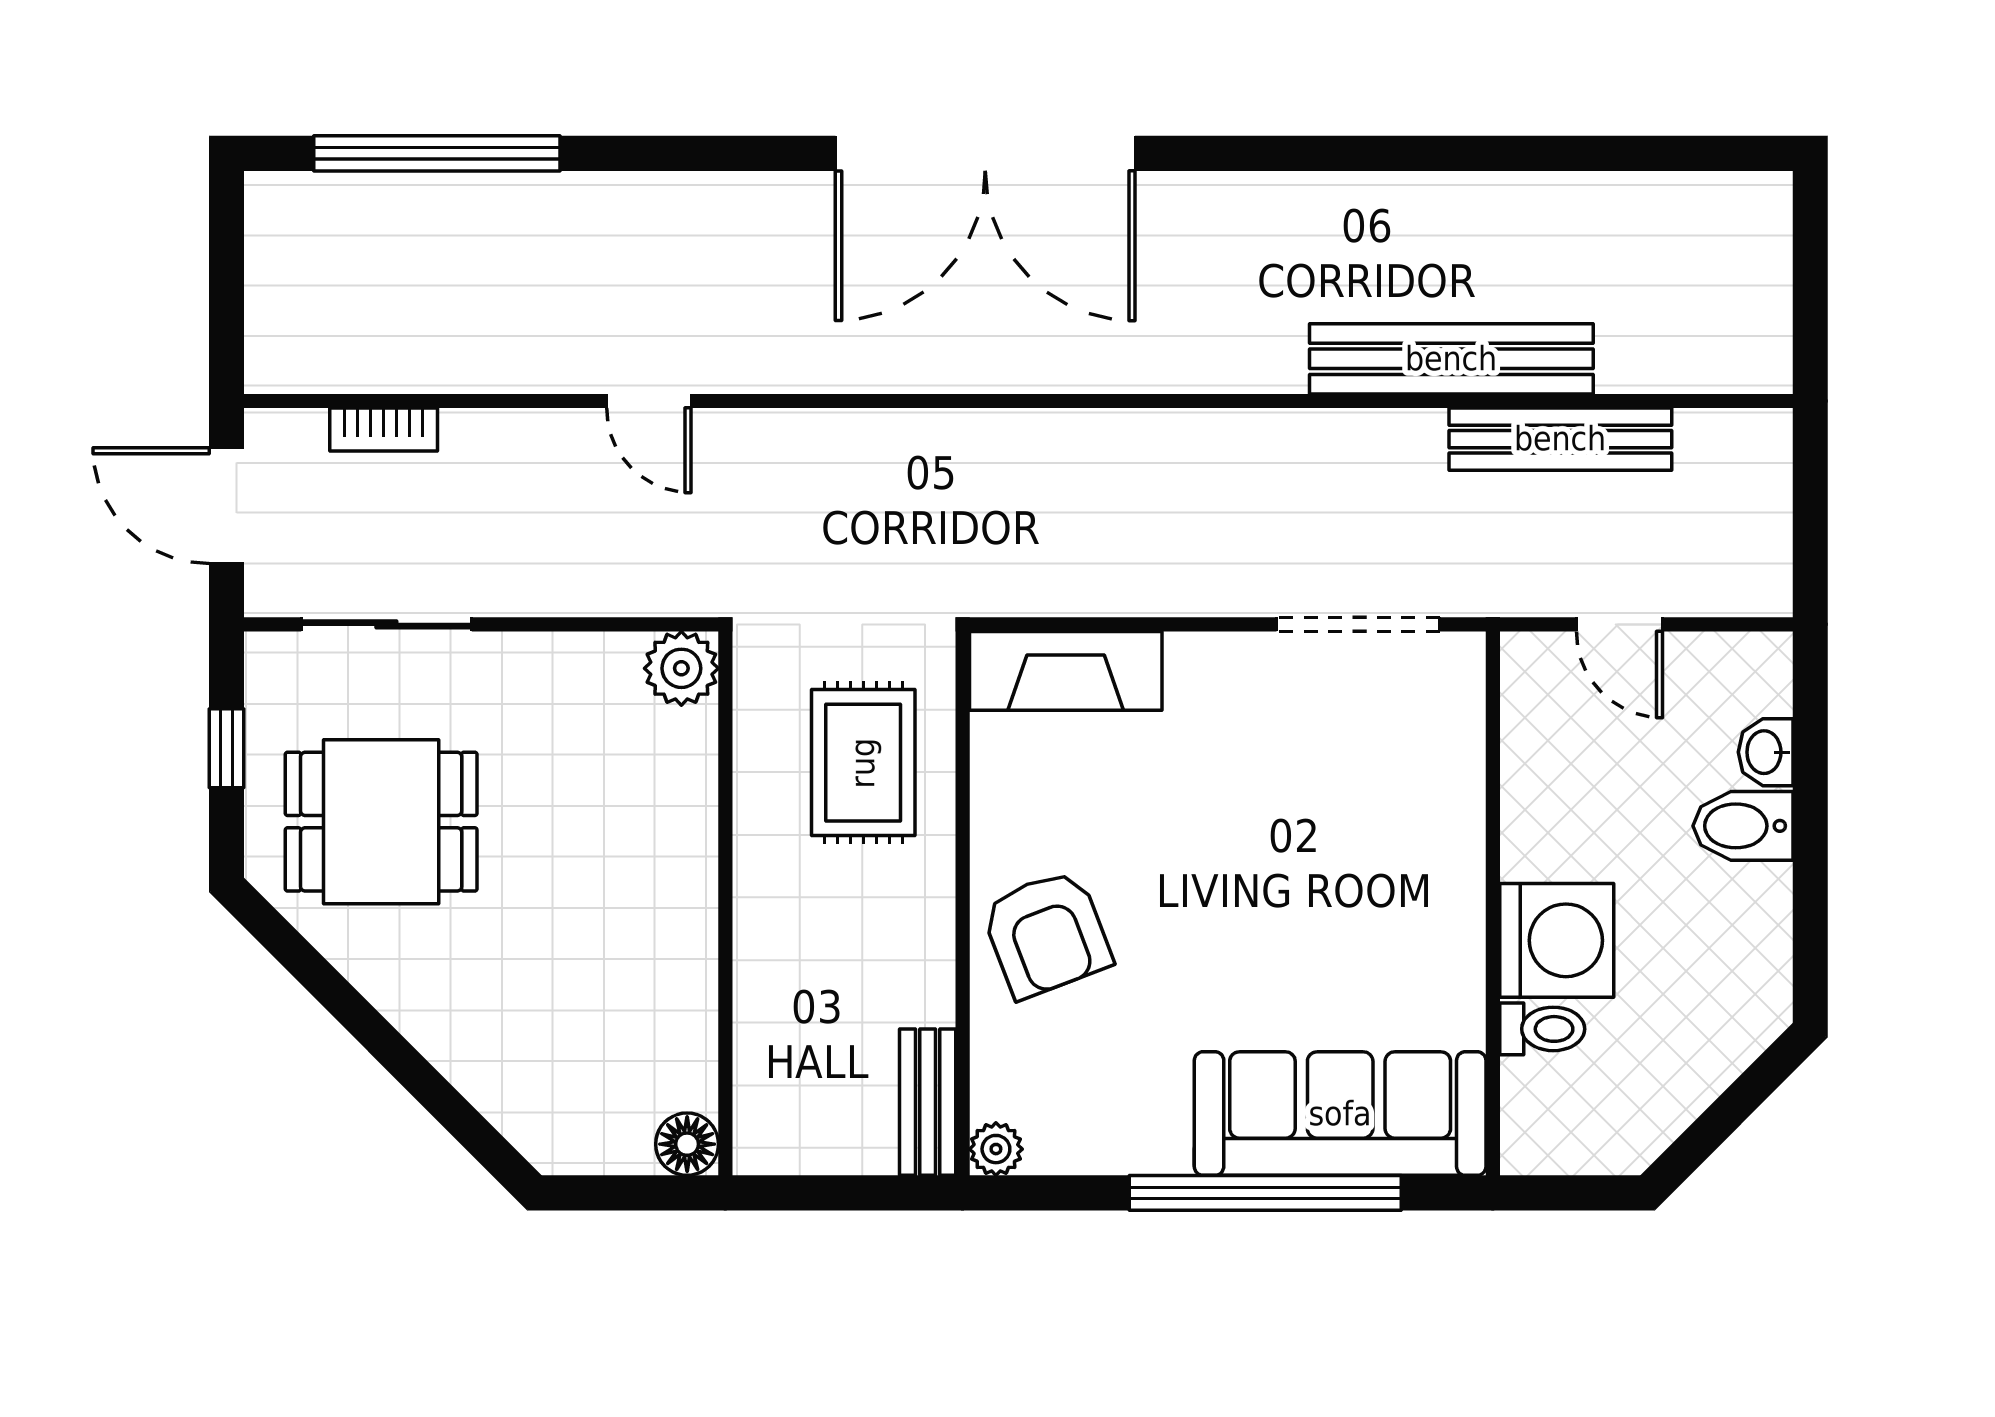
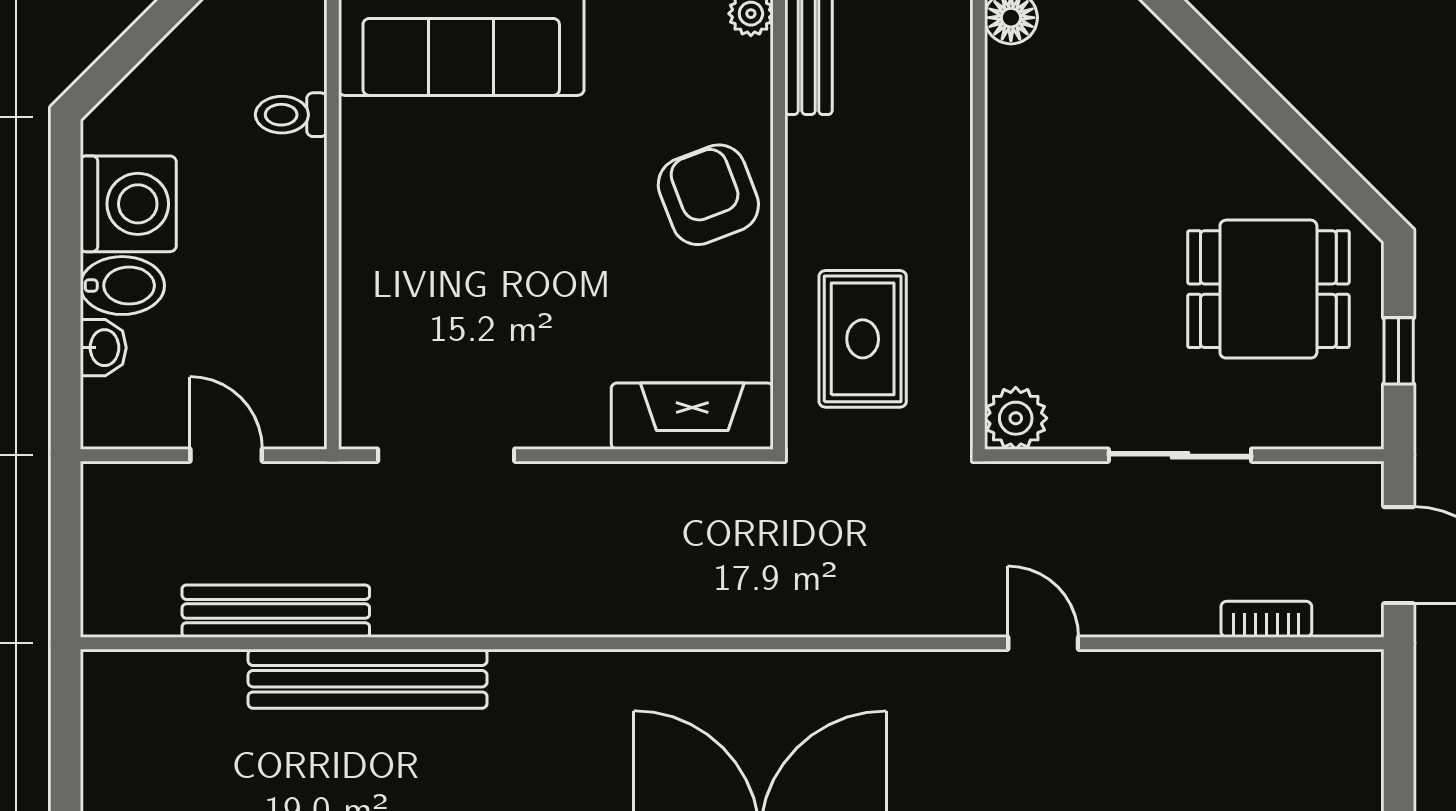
sliding door: (386, 624) -> (1180, 455), moved
washing machine: (1557, 940) -> (128, 204), moved, turned 180

